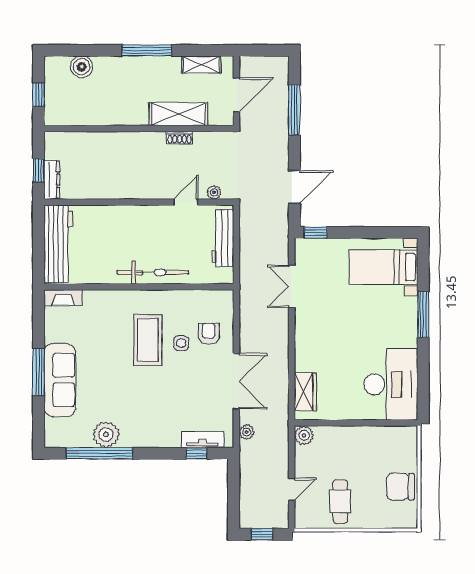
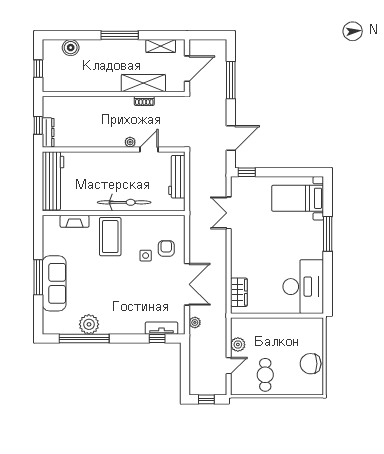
plant: (214, 192) -> (130, 142), moved
fireplace: (63, 298) -> (75, 221), moved
coffee table: (148, 340) -> (110, 237), moved
plant: (304, 435) -> (238, 345), moved

